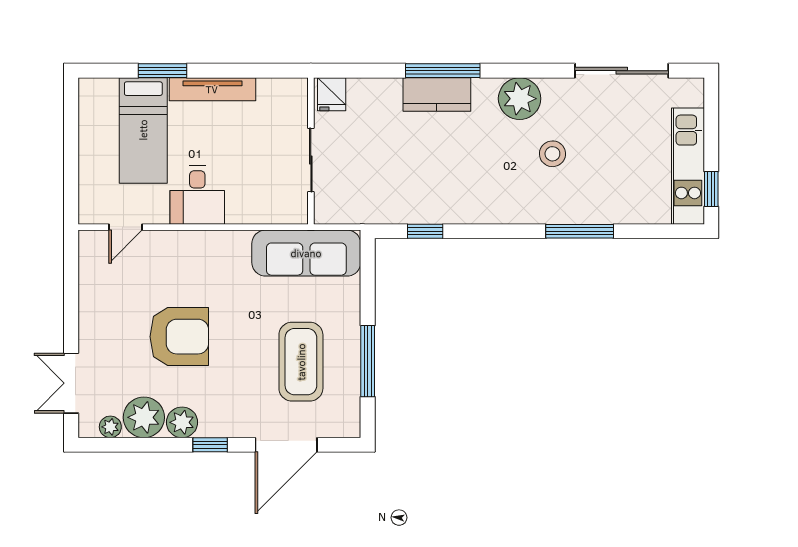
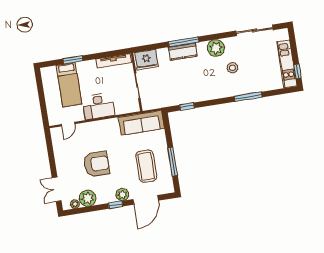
tv unit: (212, 89) -> (113, 61), moved
fridge: (332, 94) -> (146, 60), width x1.88, depth x1.34
desk: (197, 195) -> (99, 106), width x1.37
plant: (182, 422) -> (122, 195), moved

